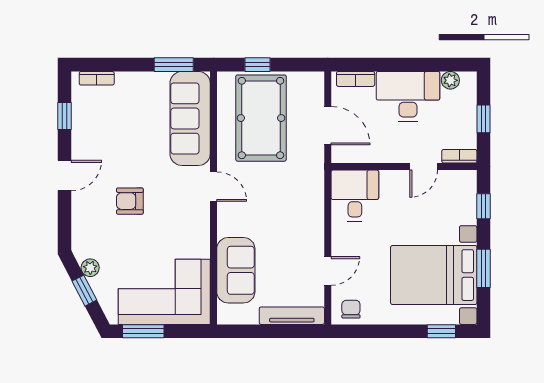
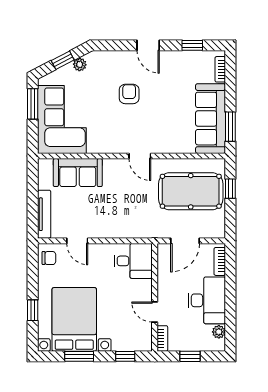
sofa: (190, 118) -> (211, 119), moved, turned -90
door: (213, 187) -> (140, 156), hinge flipped
window: (441, 331) -> (33, 310), moved

